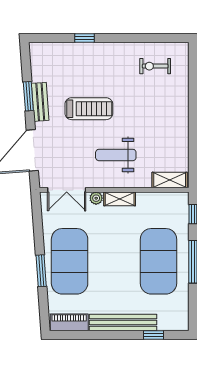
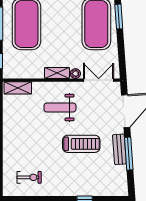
window: (28, 96) -> (129, 154), width x1.44
treadmill: (89, 109) -> (81, 144), turned 180
weight bench: (116, 155) -> (60, 107), turned 180

